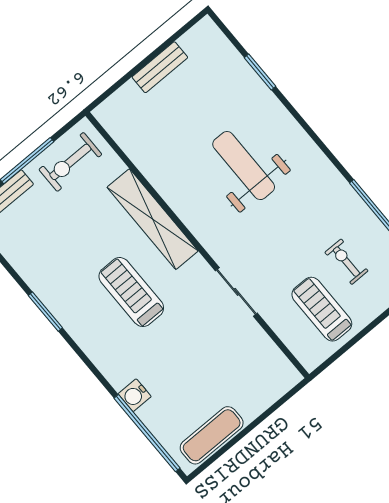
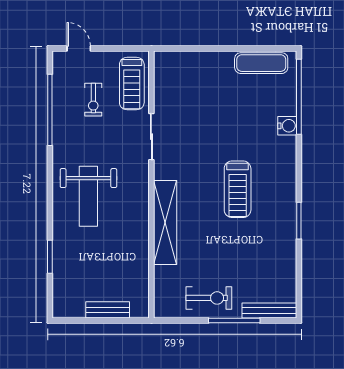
weight bench: (244, 166) -> (88, 196), moved
shelving: (153, 219) -> (165, 222), moved
wall: (197, 245) -> (151, 184), moved
sliding door: (236, 292) -> (151, 137), moved

